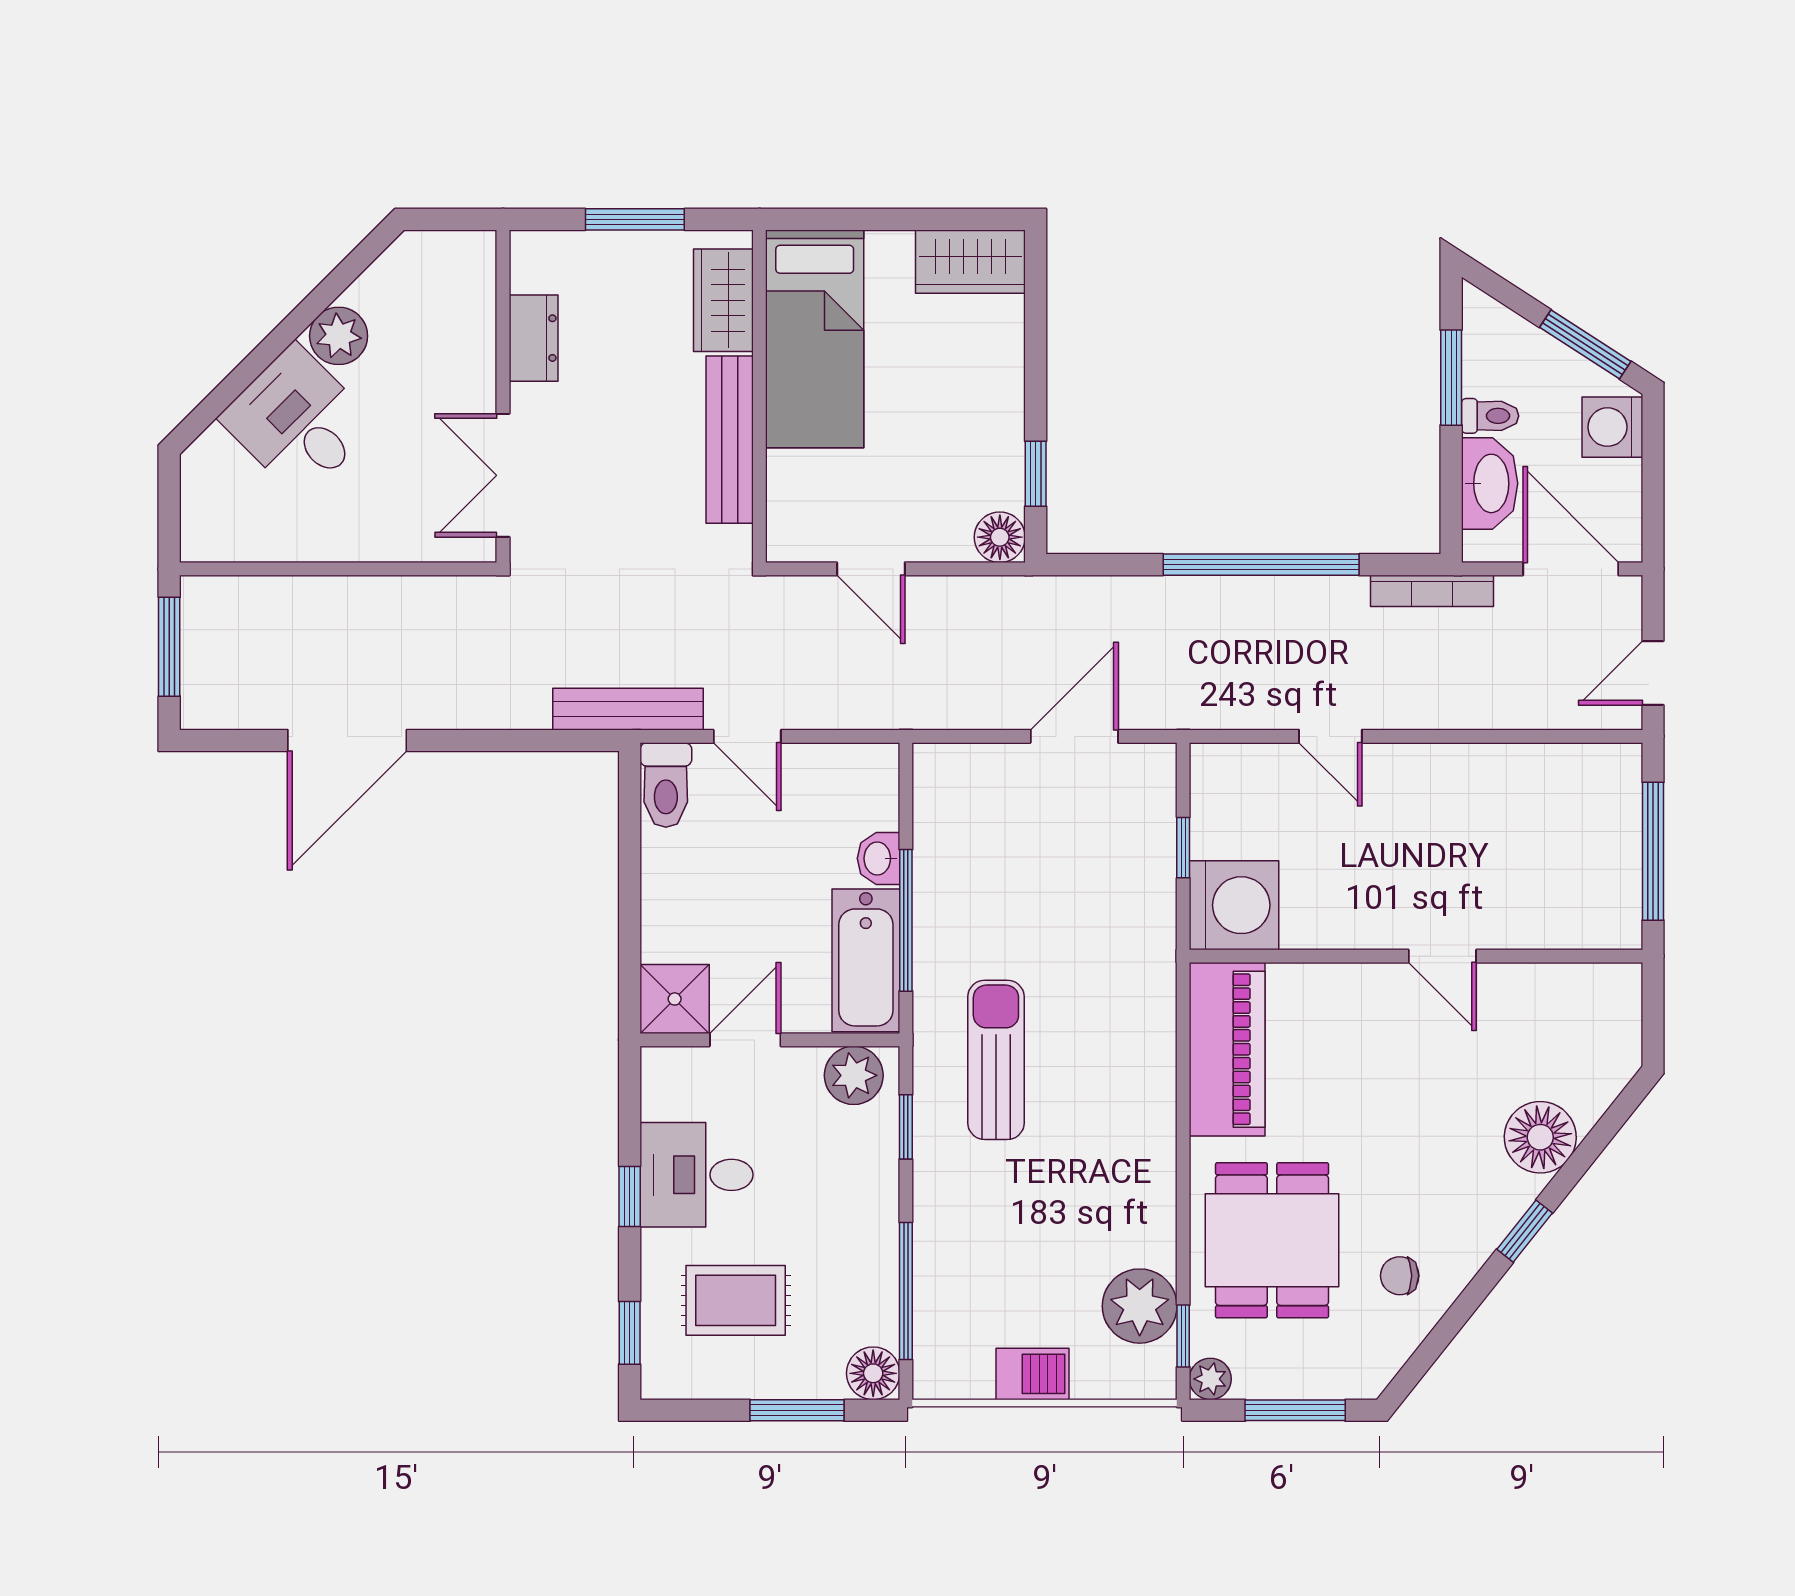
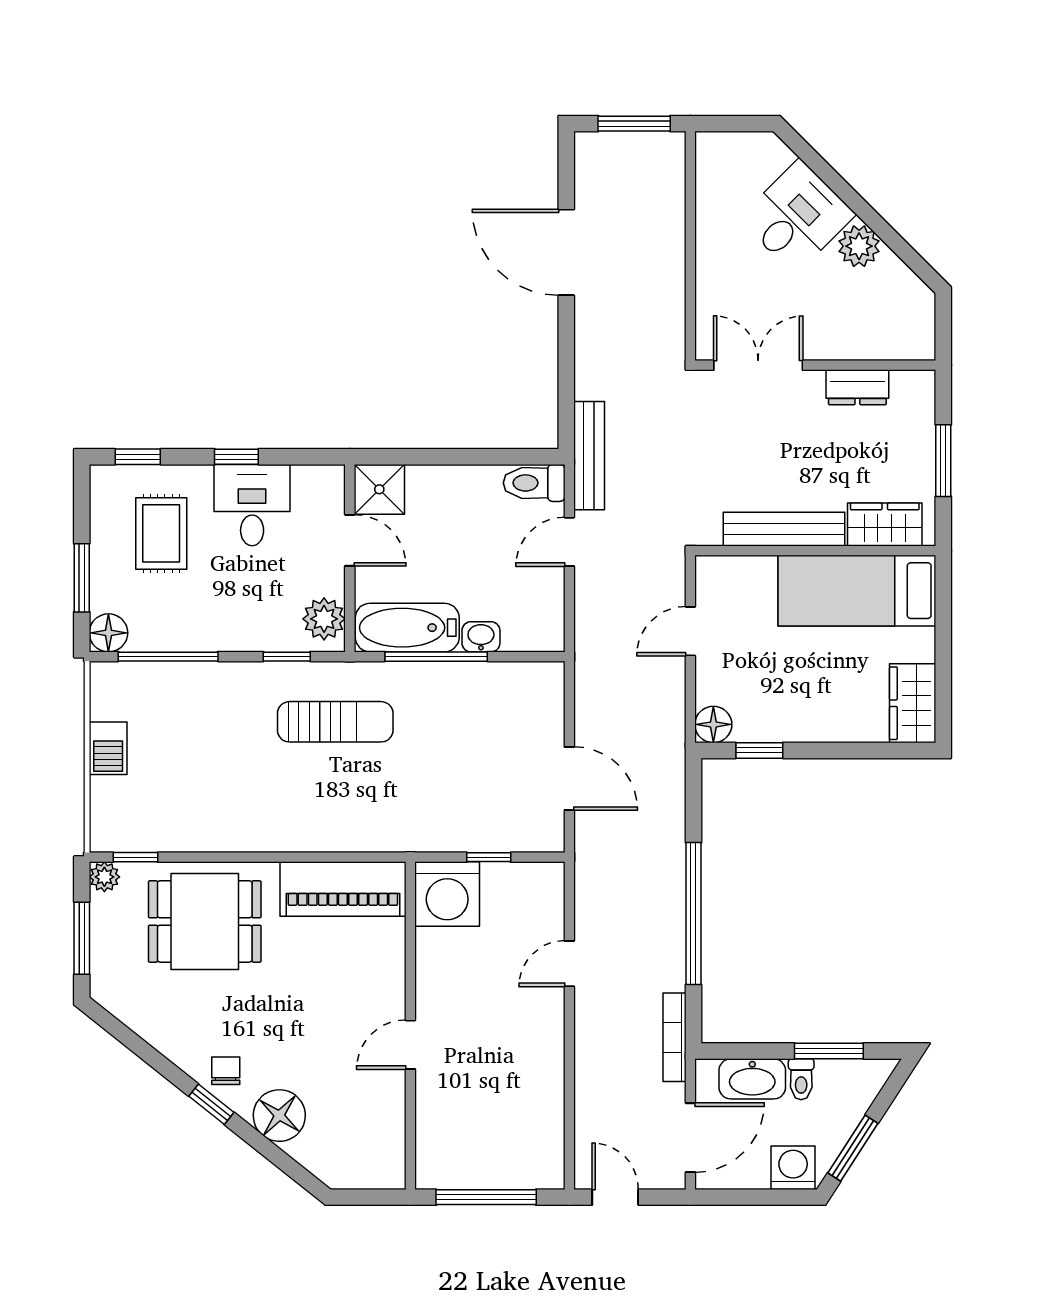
chair: (1400, 1276) -> (226, 1071), moved
plant: (1140, 1306) -> (157, 826), removed

